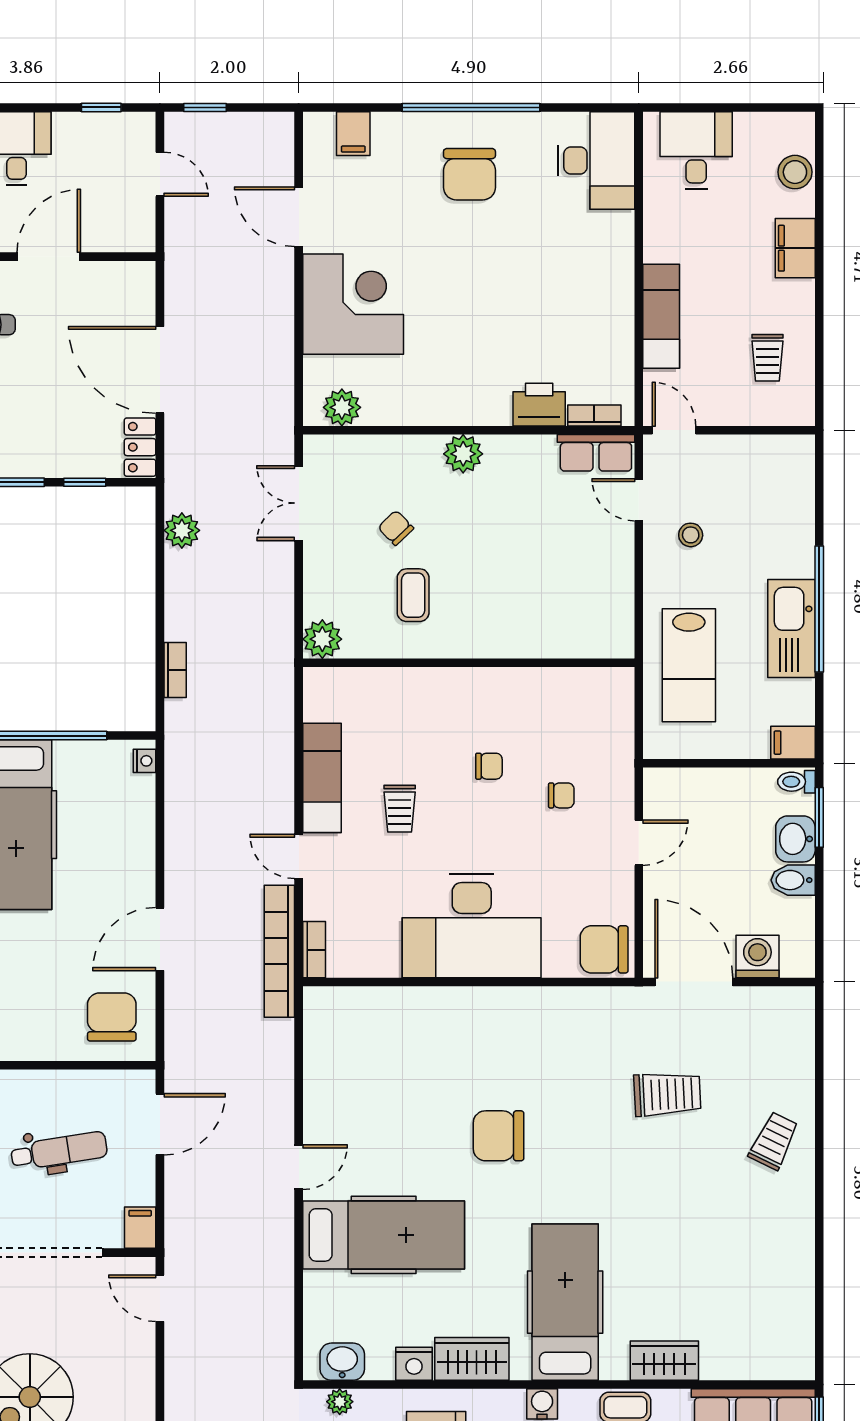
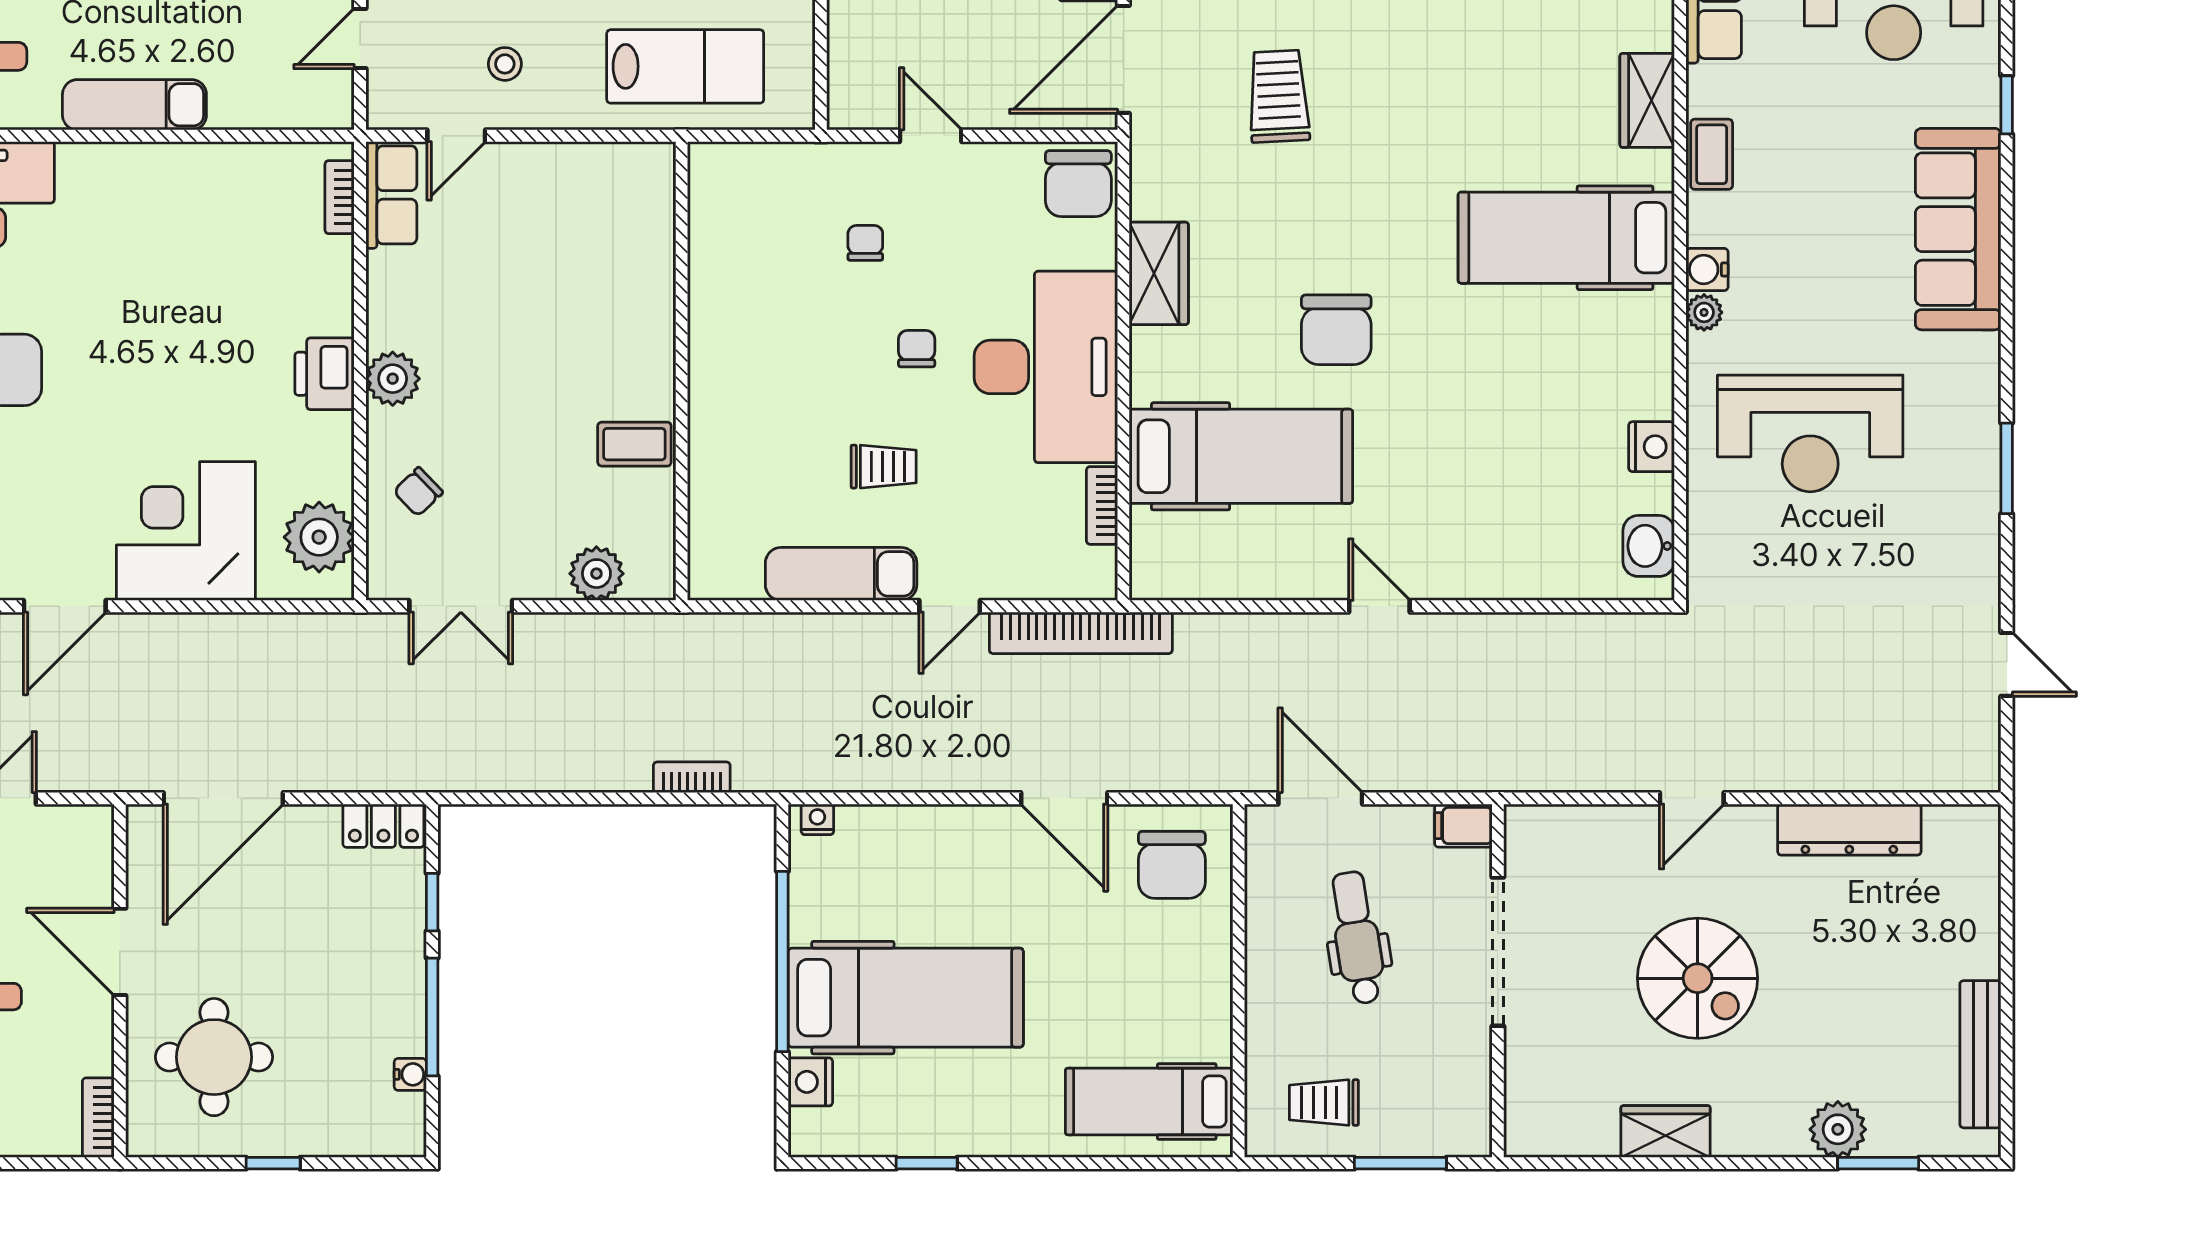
exam couch: (661, 316) -> (134, 105), moved
door: (160, 370) -> (223, 798), moved
printer: (539, 405) -> (325, 374), moved
plant: (342, 407) -> (319, 537), width x1.36, depth x1.36
door: (674, 430) -> (360, 39), moved
chair: (396, 528) -> (418, 492), moved
plant: (182, 530) -> (499, 768), removed
coffee table: (413, 595) -> (634, 444), moved
plant: (322, 639) -> (596, 574), moved
chair: (489, 766) -> (917, 349), moved
bookcase: (314, 950) -> (1102, 505), moved, turned -90
chair: (112, 1017) -> (1172, 865), turned -90
hospital bed: (384, 1235) -> (1241, 456), moved, turned 90
door: (160, 1298) -> (1692, 798), moved
wardrobe: (472, 1359) -> (1159, 273), moved, turned 180
plant: (340, 1402) -> (1704, 312), moved

